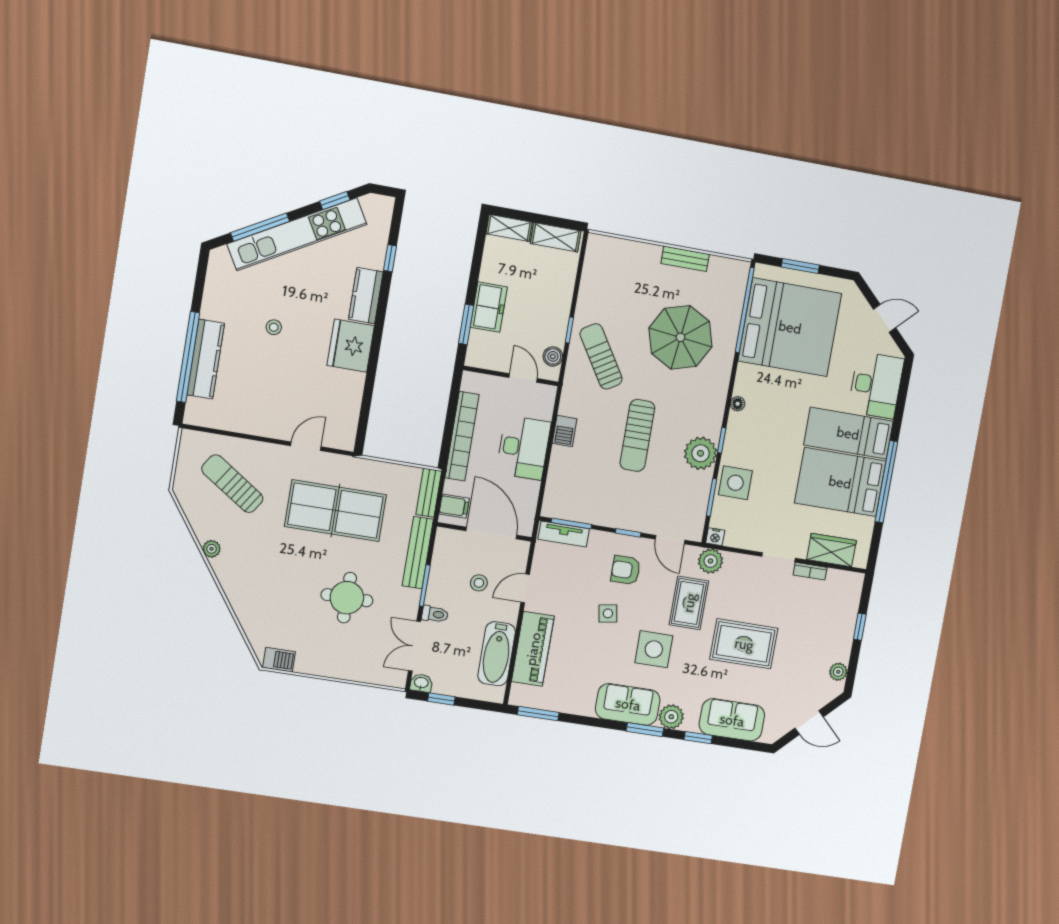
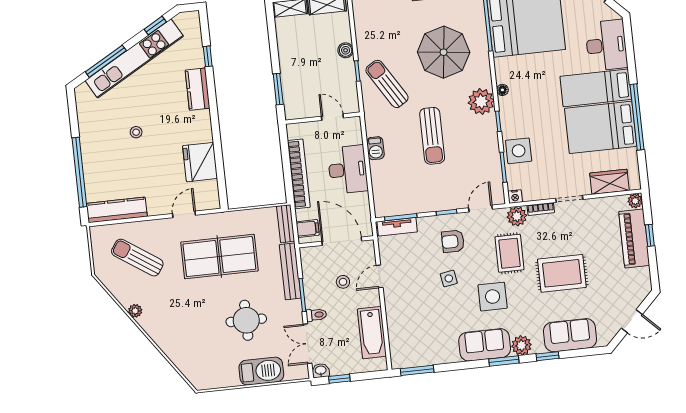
freezer: (489, 307) -> (292, 71), removed
fridge: (351, 346) -> (200, 162), moved
boiler: (553, 356) -> (346, 50), moved
kitchen counter: (206, 359) -> (117, 210), moved, turned -90
plant: (701, 453) -> (481, 102), moved
door: (670, 540) -> (480, 208), swing flipped
bookcase: (810, 571) -> (541, 209), moved
piano: (533, 649) -> (634, 238), moved, turned 180
barbecue: (279, 660) -> (261, 371), moved, width x1.88, depth x1.53
plant: (838, 672) -> (635, 201), moved

